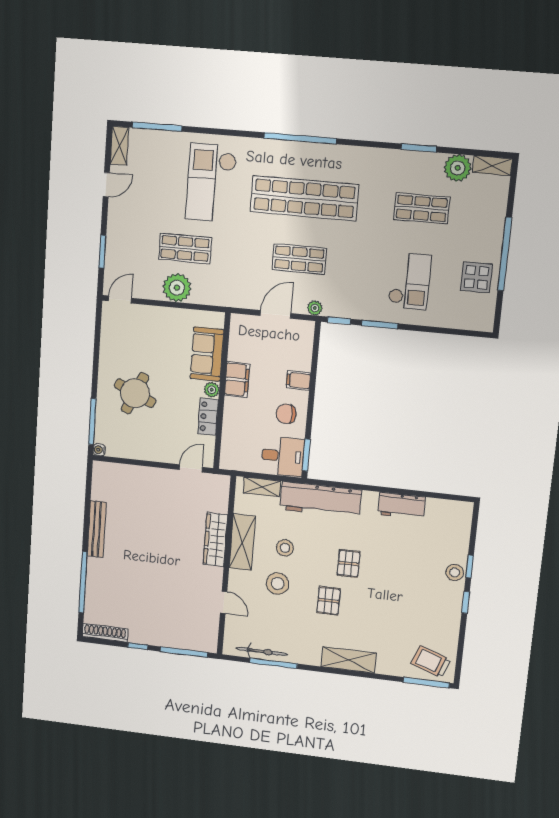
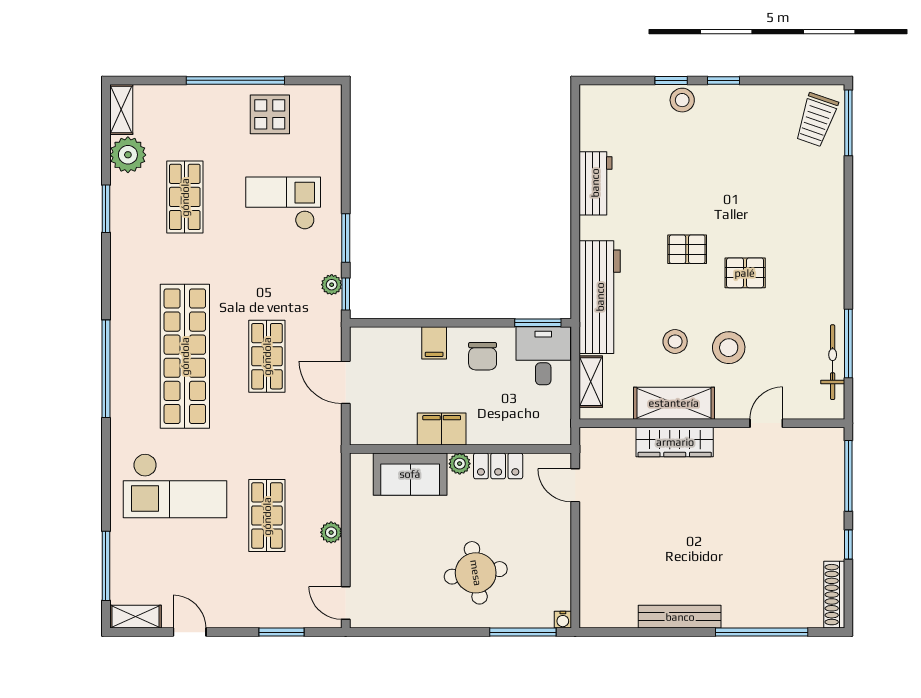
plant: (177, 288) -> (331, 532), width x0.53, depth x0.53
plant: (315, 308) -> (332, 285), moved
round table: (135, 393) -> (476, 573), turned -33
shelving: (348, 660) -> (829, 236), removed

